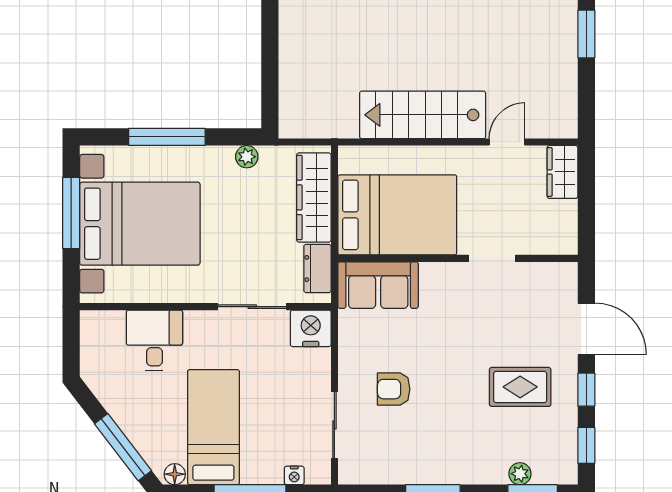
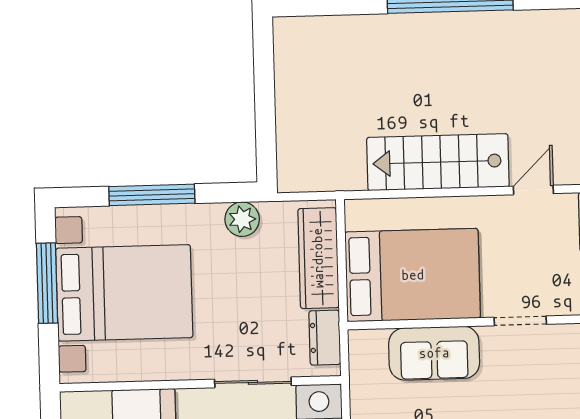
plant: (247, 157) -> (242, 219), width x1.38, depth x1.38
sofa: (378, 285) -> (434, 353), moved

